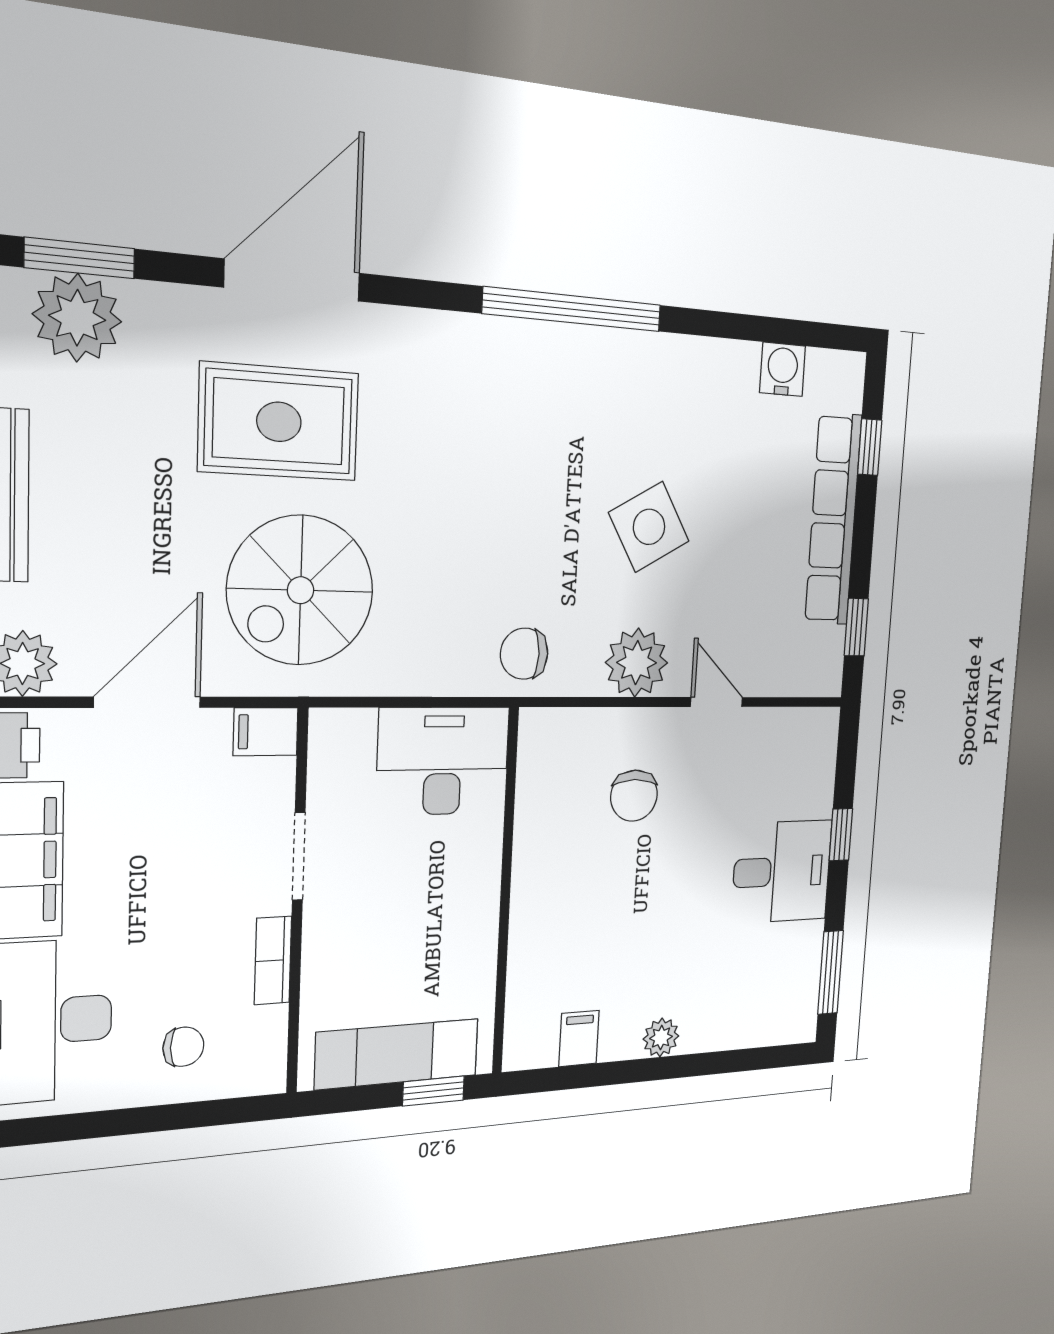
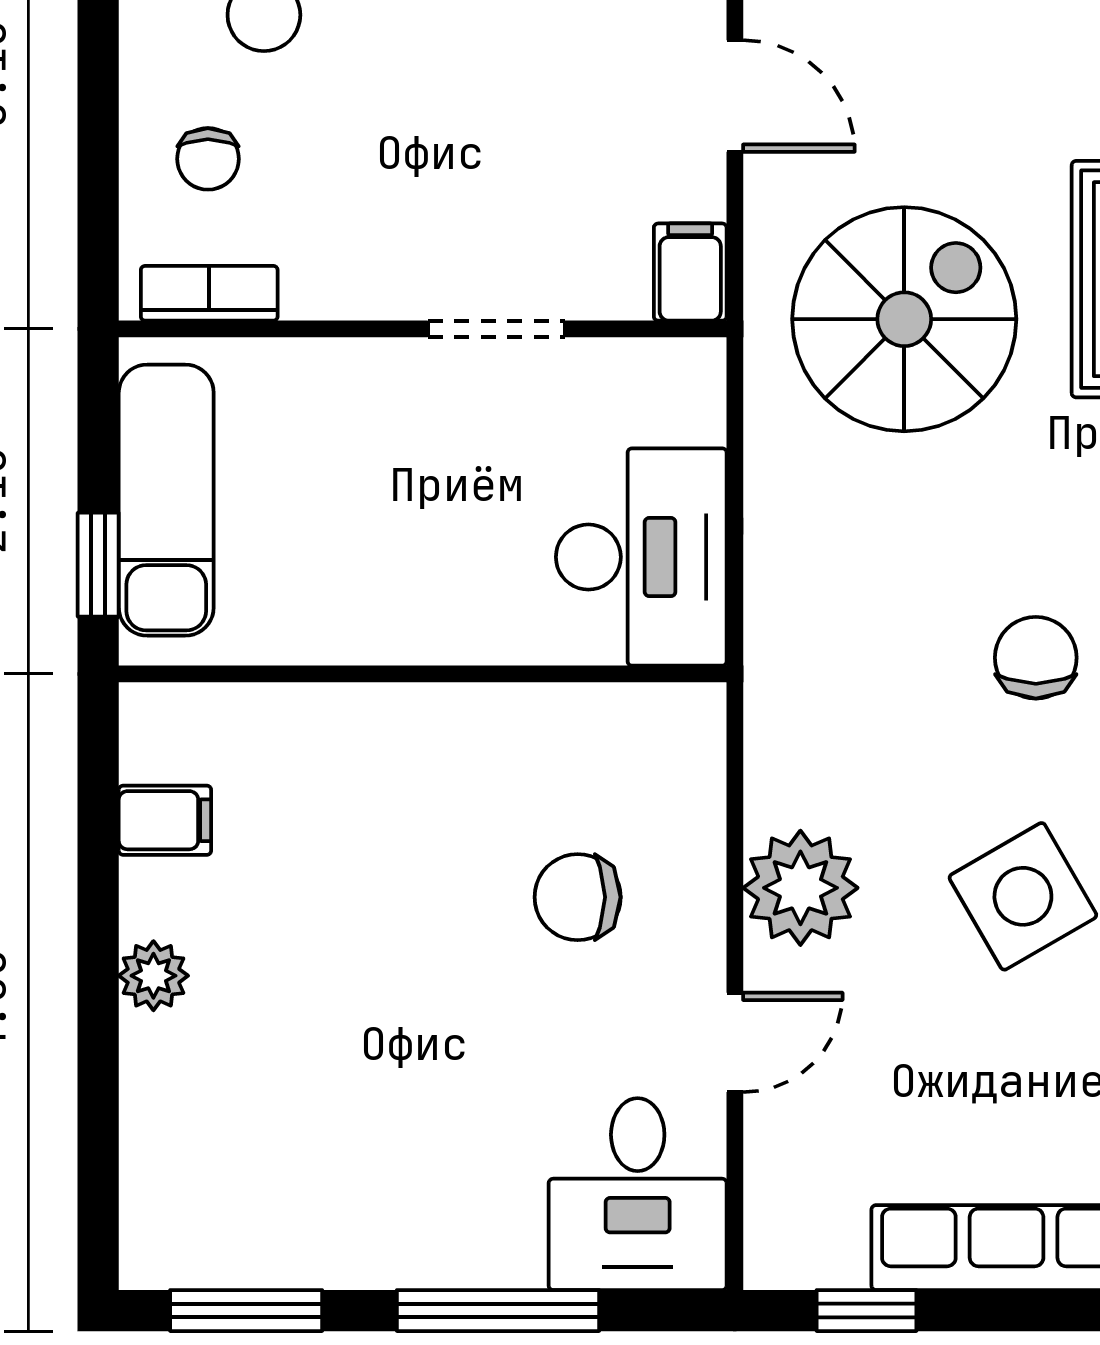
spiral stairs: (301, 590) -> (904, 319), turned 90
chair: (524, 654) -> (1036, 658), moved
door: (147, 702) -> (735, 96), width x0.73
window: (841, 835) -> (498, 1311), width x2.17
desk: (782, 872) -> (638, 1194), moved
bookcase: (273, 960) -> (209, 293), moved

